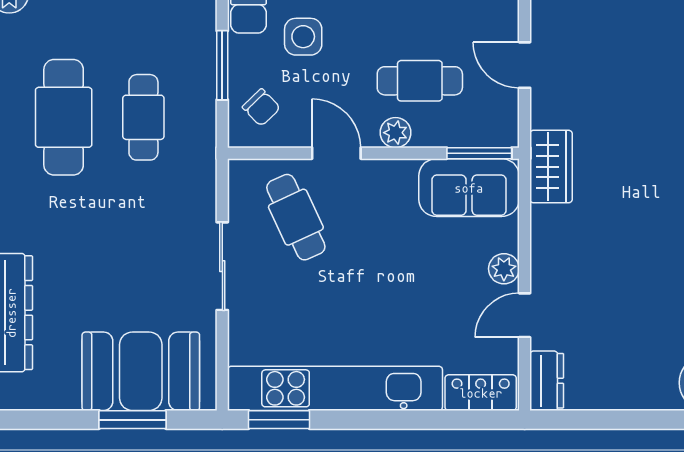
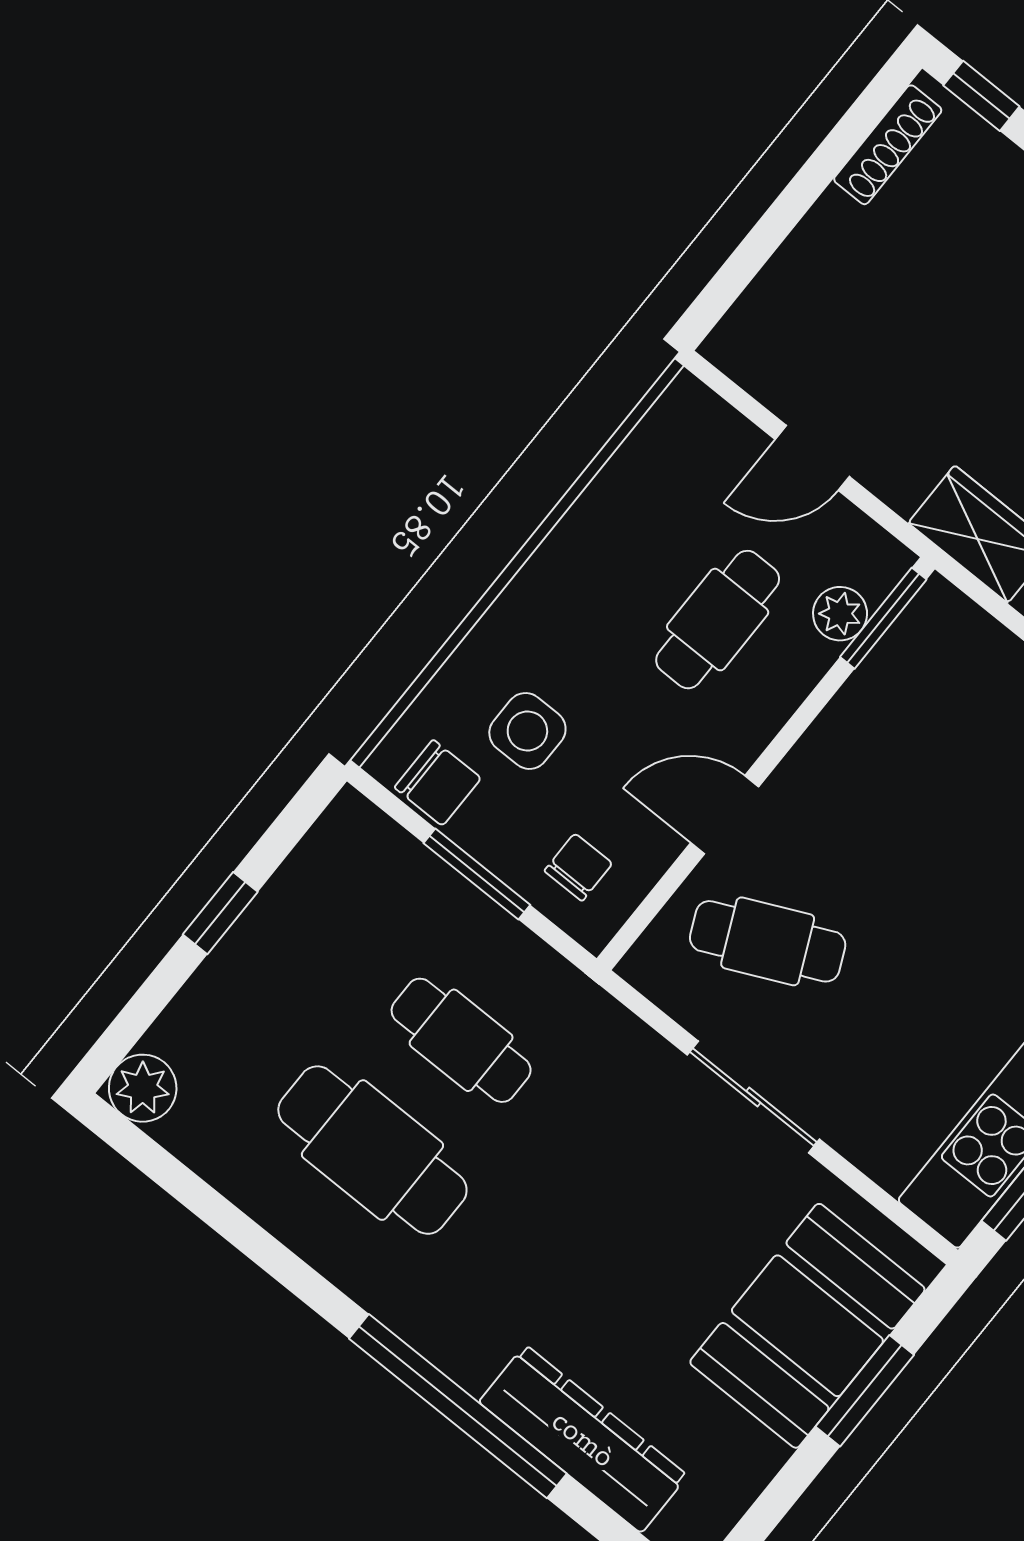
chair: (261, 107) -> (578, 867), turned -46
plant: (395, 133) -> (840, 614), moved
sofa: (469, 188) -> (919, 670), removed

